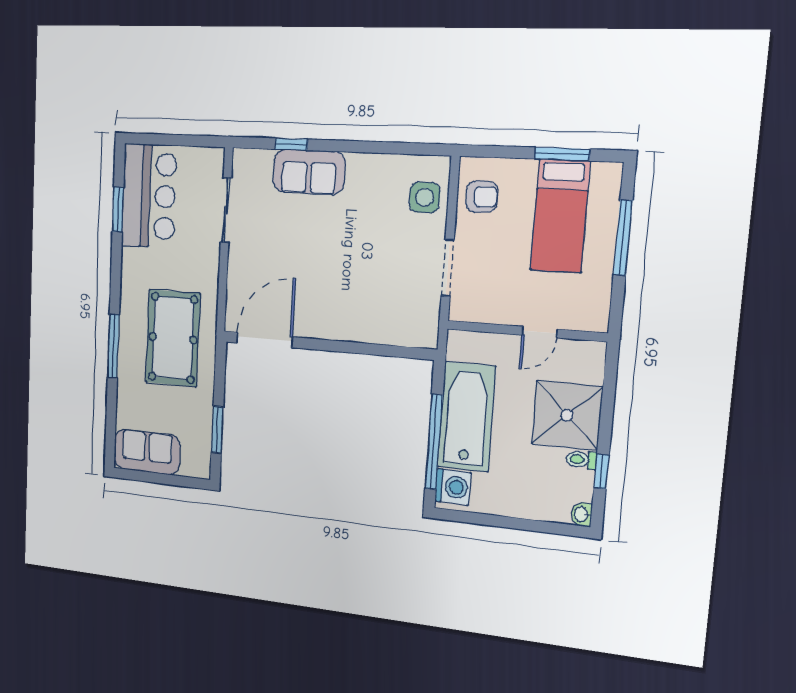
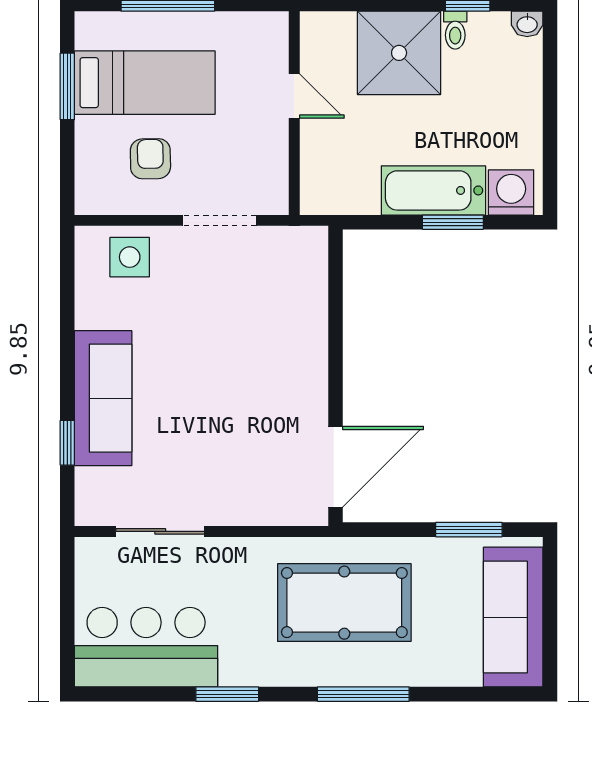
sofa: (309, 172) -> (103, 398), width x1.36
armchair: (482, 197) -> (150, 159), moved
window: (118, 210) -> (227, 694), moved
door: (264, 340) -> (335, 467), swing flipped
bathtub: (466, 417) -> (433, 190), width x0.73, depth x0.73
window: (434, 442) -> (453, 222), width x0.47
sofa: (147, 452) -> (513, 617), width x1.36

